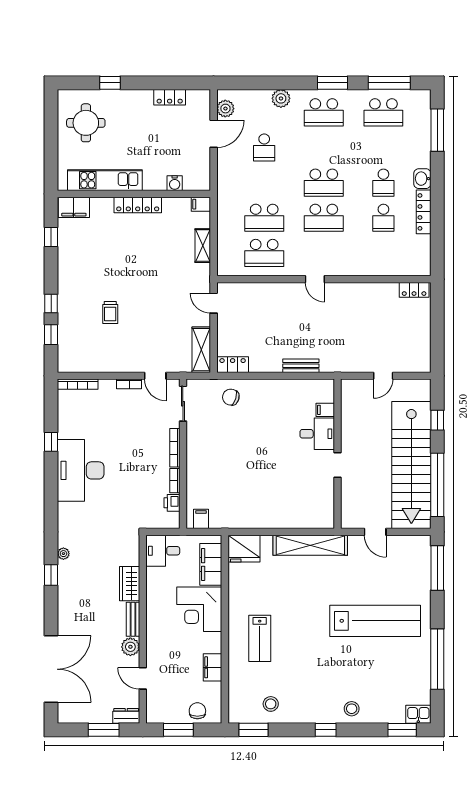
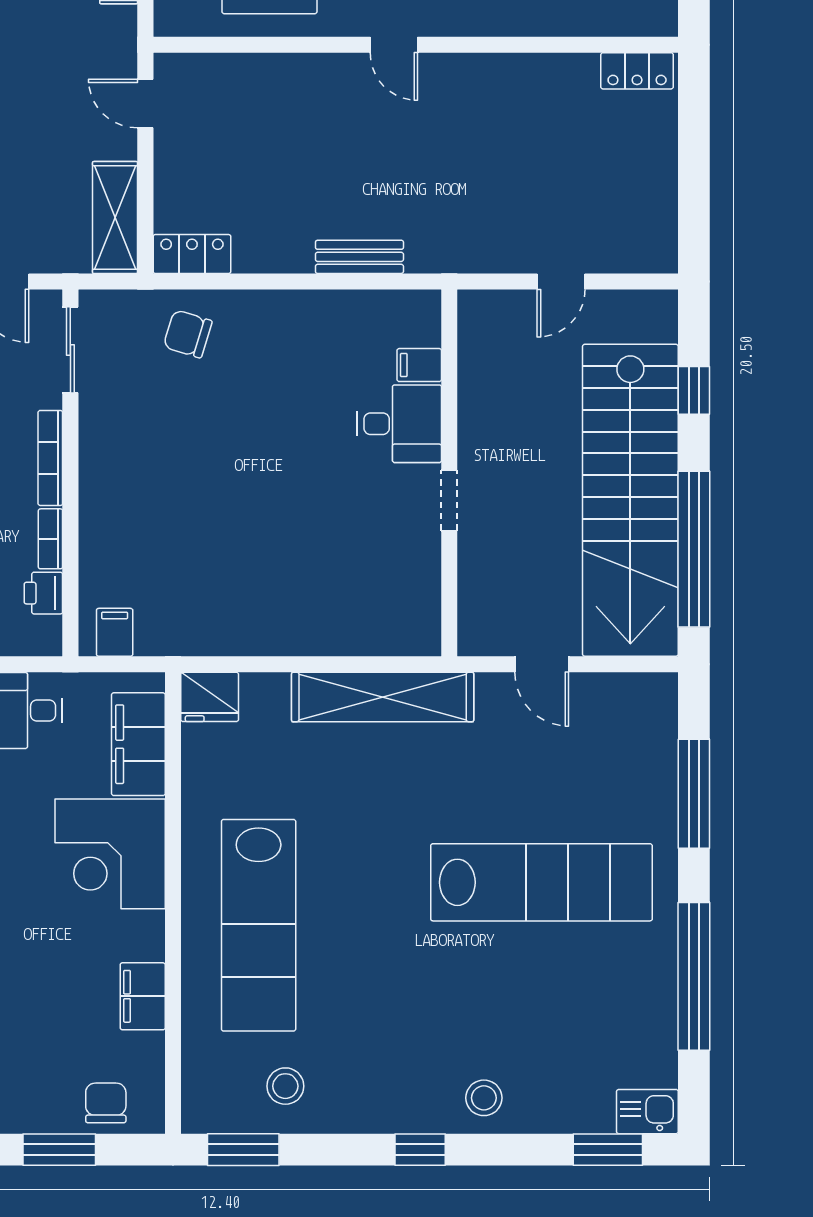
fridge: (244, 549) -> (210, 697), width x0.73, depth x0.75
window: (437, 568) -> (694, 794), moved
lab bench: (260, 638) -> (259, 925), width x1.86, depth x1.39

